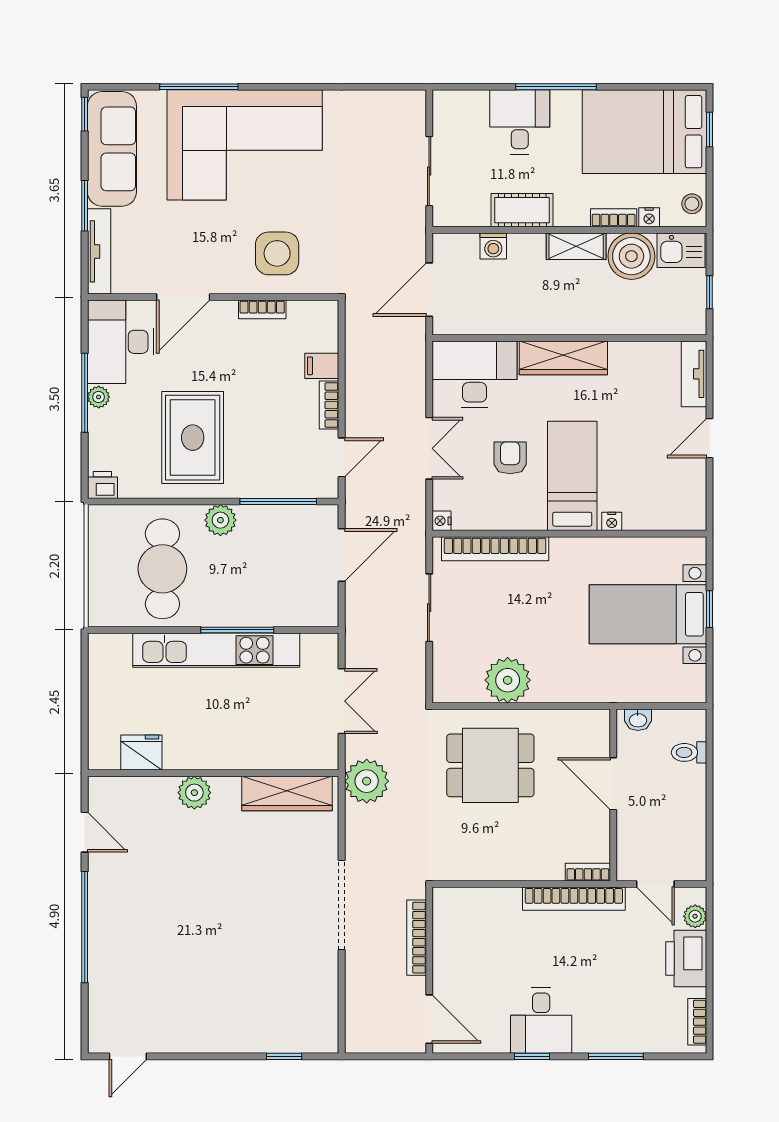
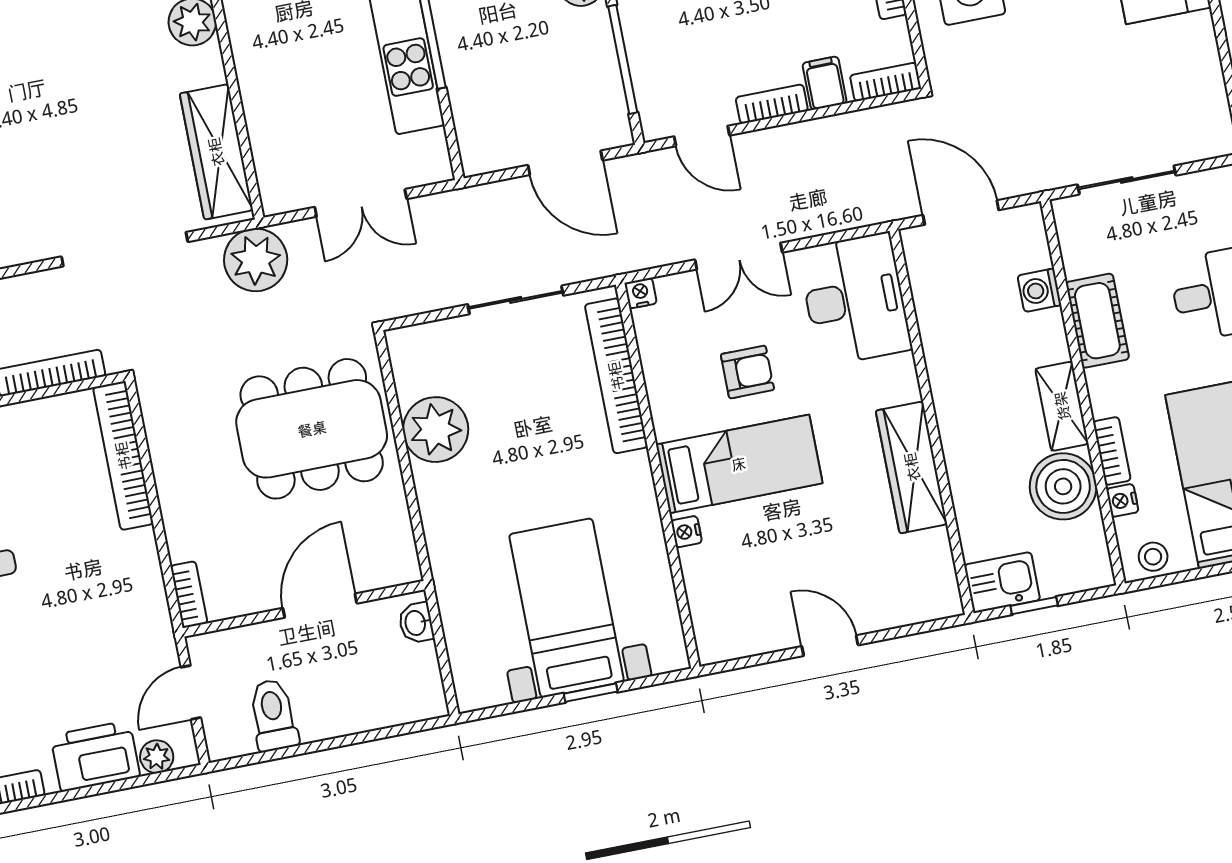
kitchen sink: (681, 250) -> (1002, 582), moved, turned 90
bookcase: (329, 324) -> (886, 82), added
wardrobe: (563, 358) -> (912, 467), moved
tv unit: (694, 374) -> (915, 606), removed
toilet: (689, 752) -> (273, 715), moved, width x1.37, depth x1.39
dining table: (490, 765) -> (312, 429), width x1.38
bookcase: (574, 899) -> (123, 456), moved
doorway: (342, 905) -> (125, 249), moved

